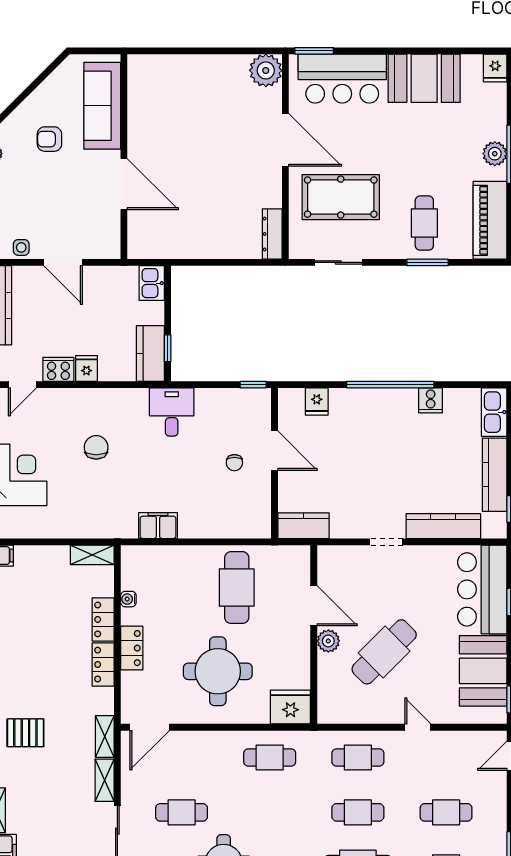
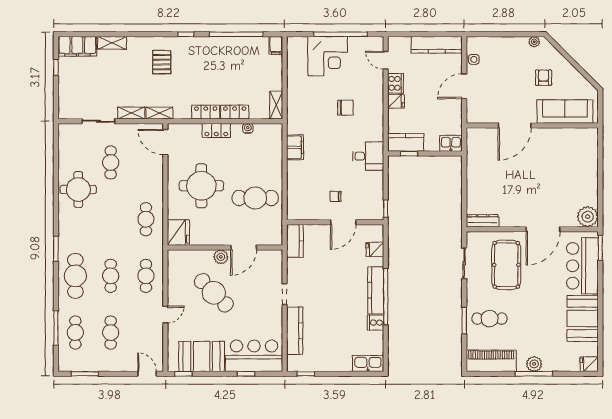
kitchen counter: (495, 475) -> (376, 290), moved, turned -90

